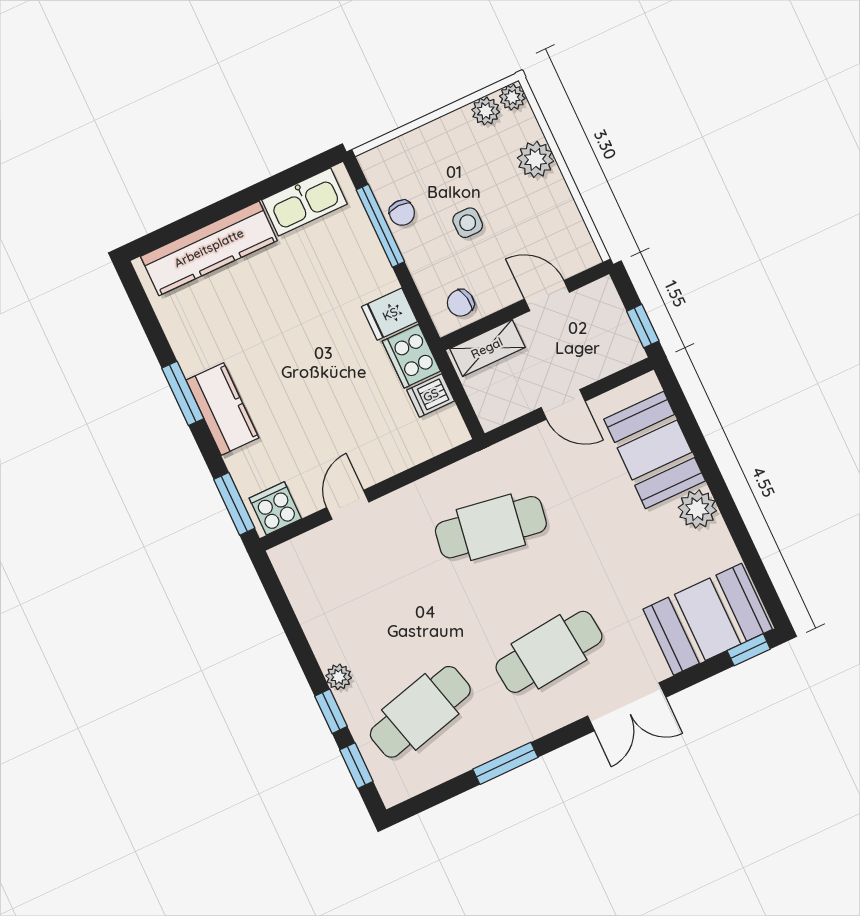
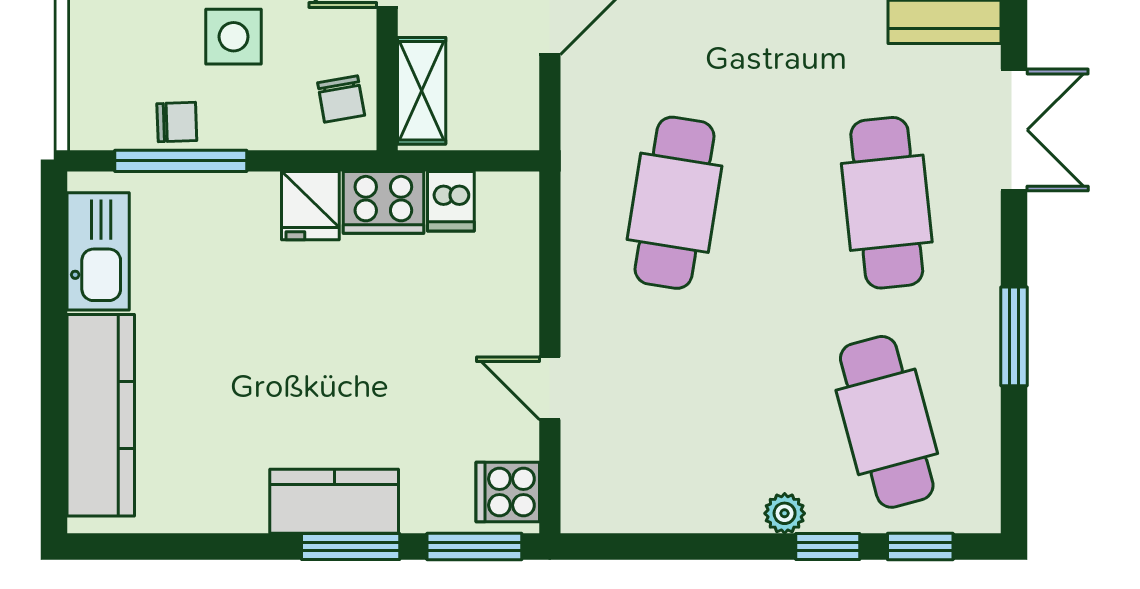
side table: (468, 223) -> (234, 37), width x1.37, depth x1.37
window: (183, 393) -> (351, 546), moved

